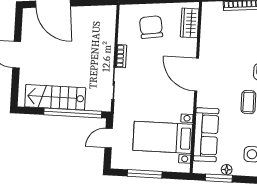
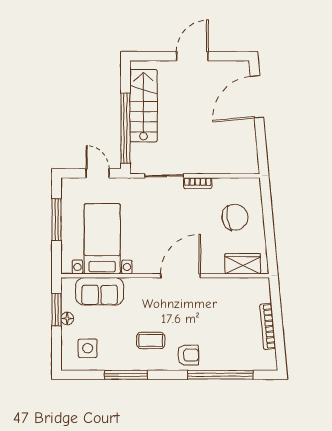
sofa: (206, 135) -> (100, 291), width x0.73

